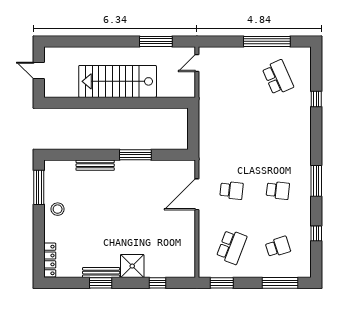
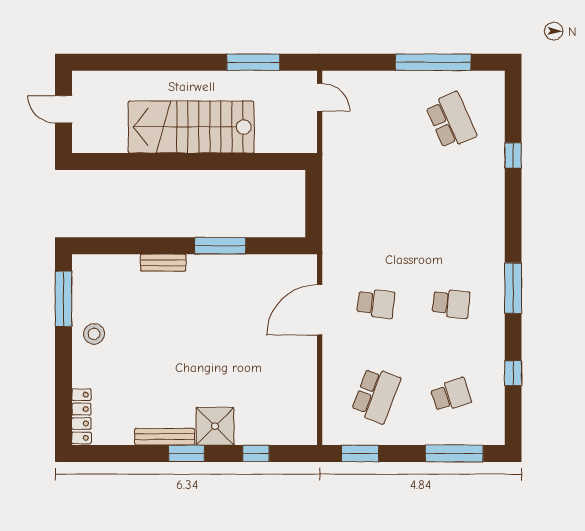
door: (197, 63) -> (320, 97), swing flipped
bench: (95, 165) -> (163, 263), width x0.73
window: (101, 283) -> (187, 453), moved

